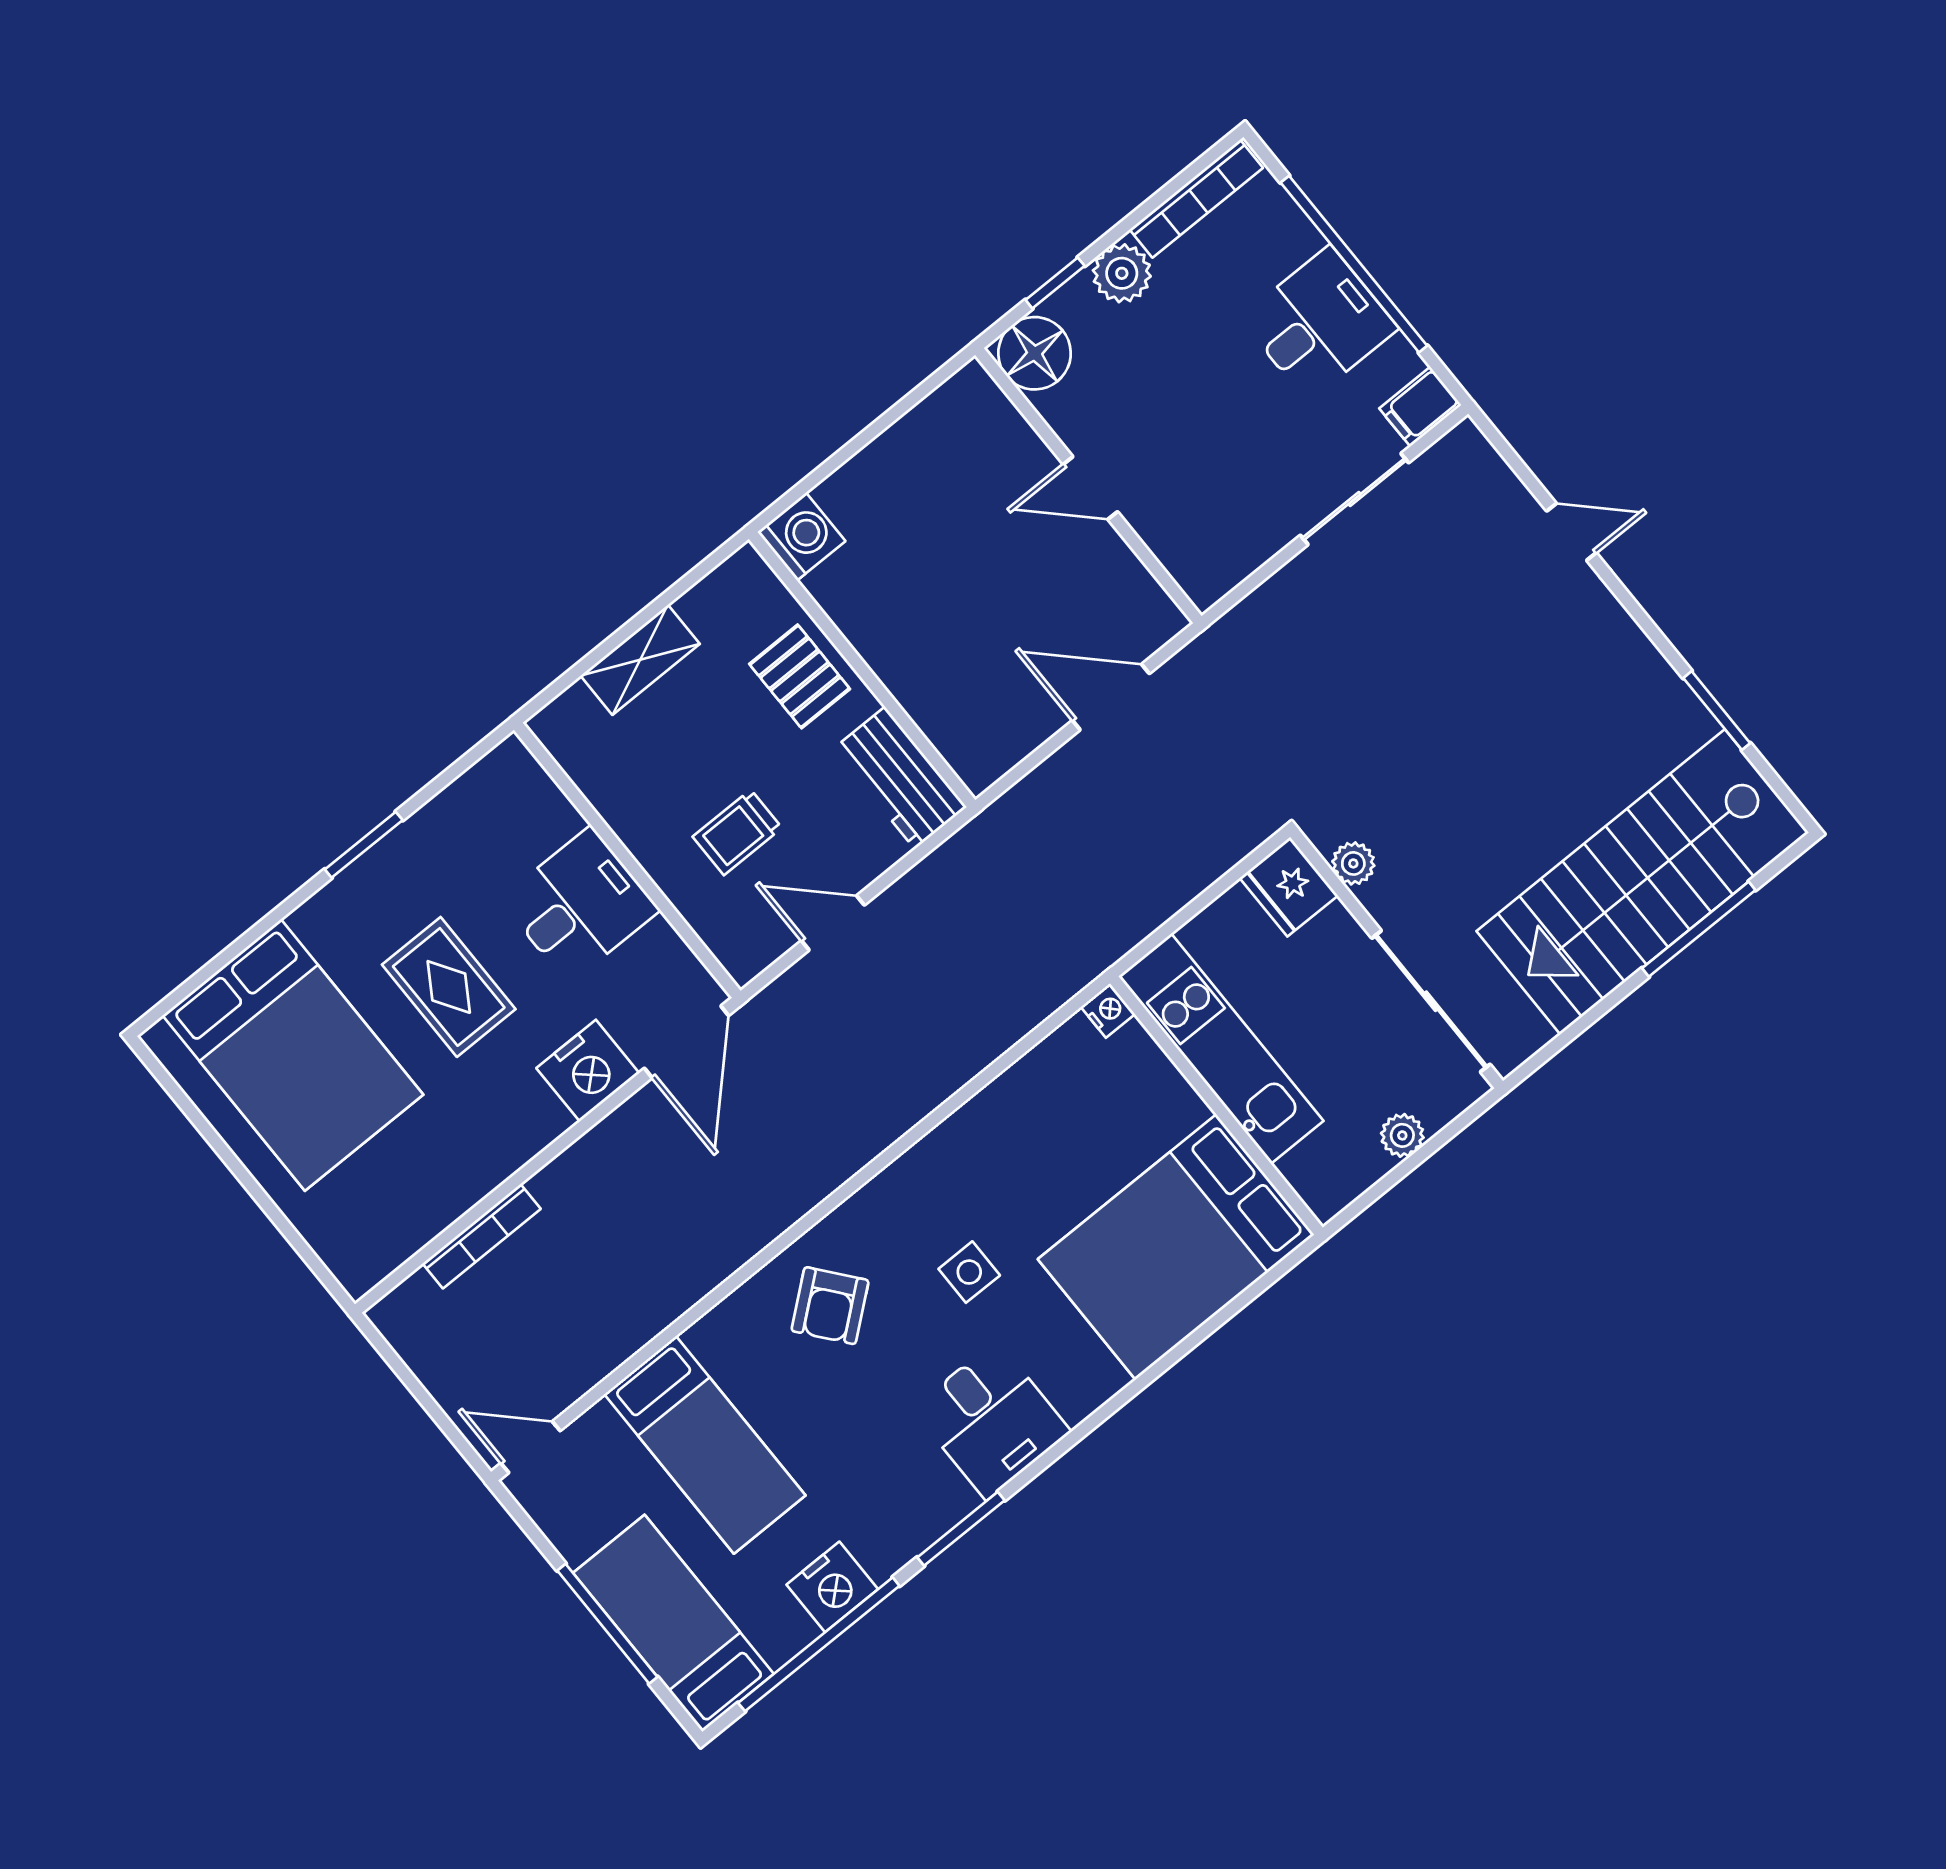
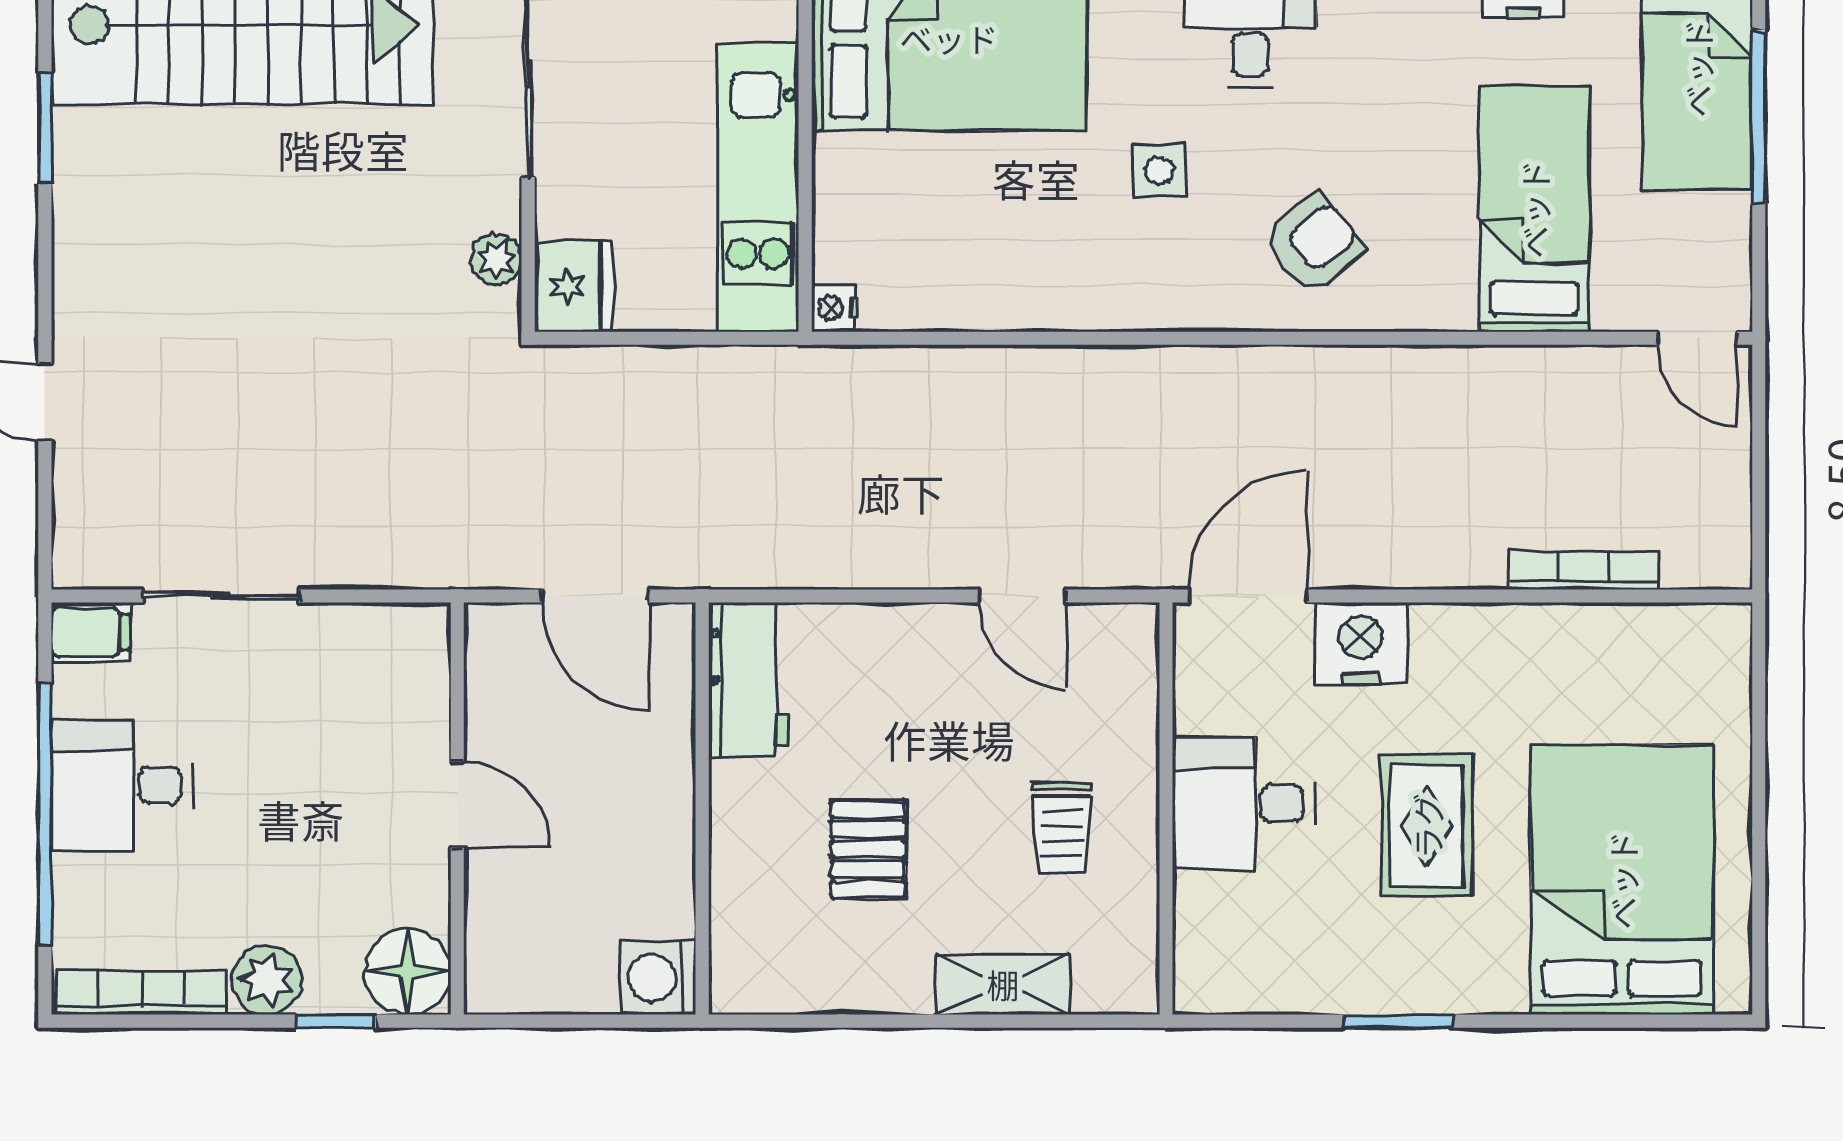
washing machine: (801, 537) -> (658, 977), moved
wall: (862, 670) -> (702, 809), moved
workbench: (900, 778) -> (749, 680), moved
trolley: (737, 832) -> (1062, 828), moved, turned 90

